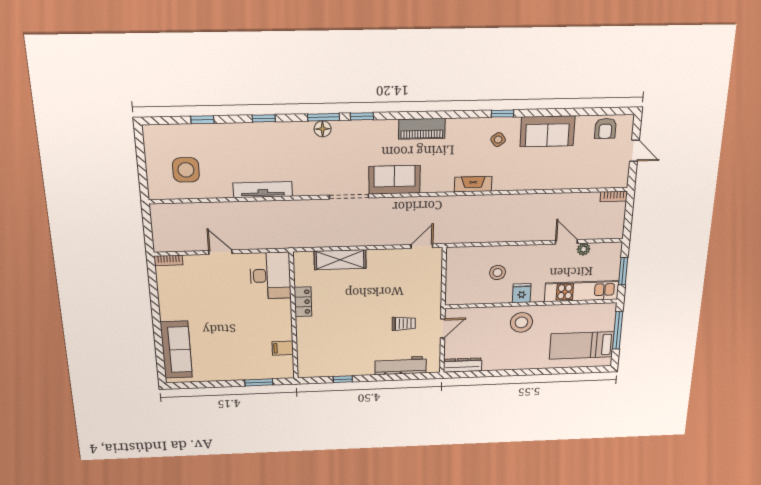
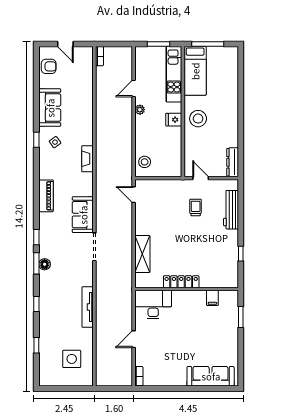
door: (635, 151) -> (65, 44), swing flipped
plant: (584, 249) -> (140, 110), moved
stool: (498, 273) -> (145, 162), moved
locker: (303, 302) -> (181, 282), width x1.53
bed: (582, 345) -> (195, 71), moved

